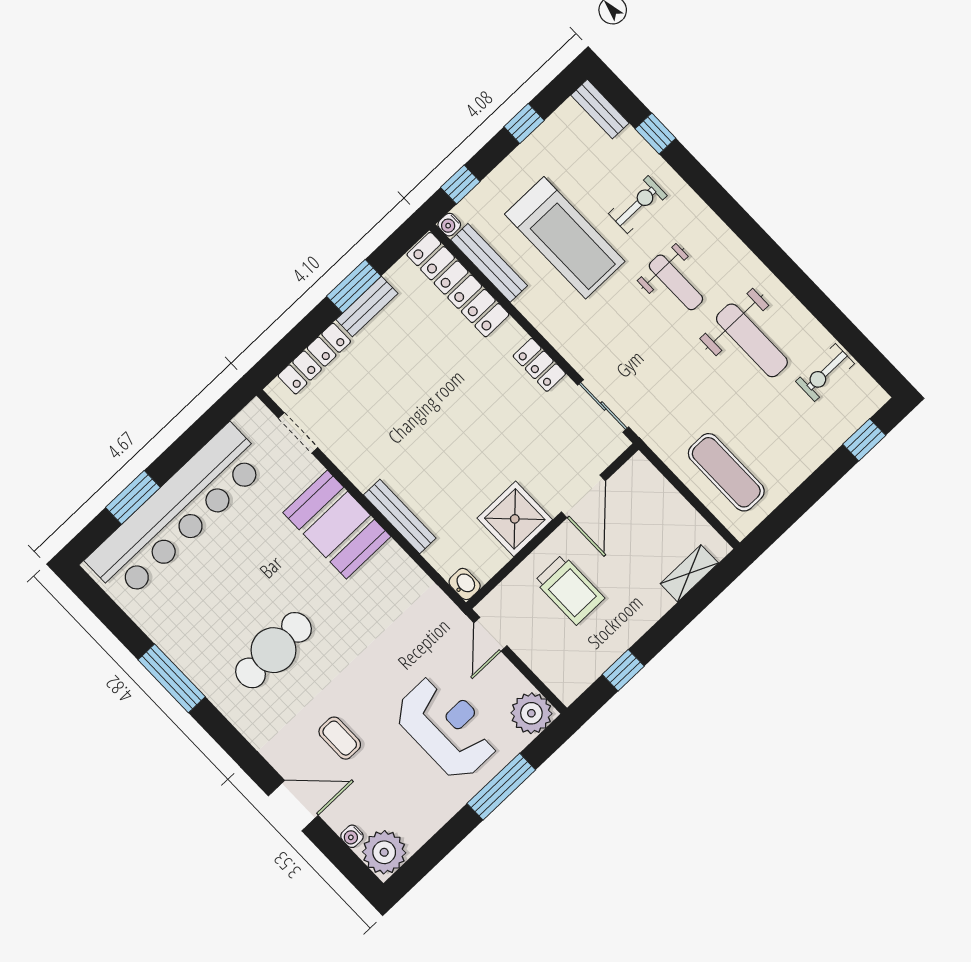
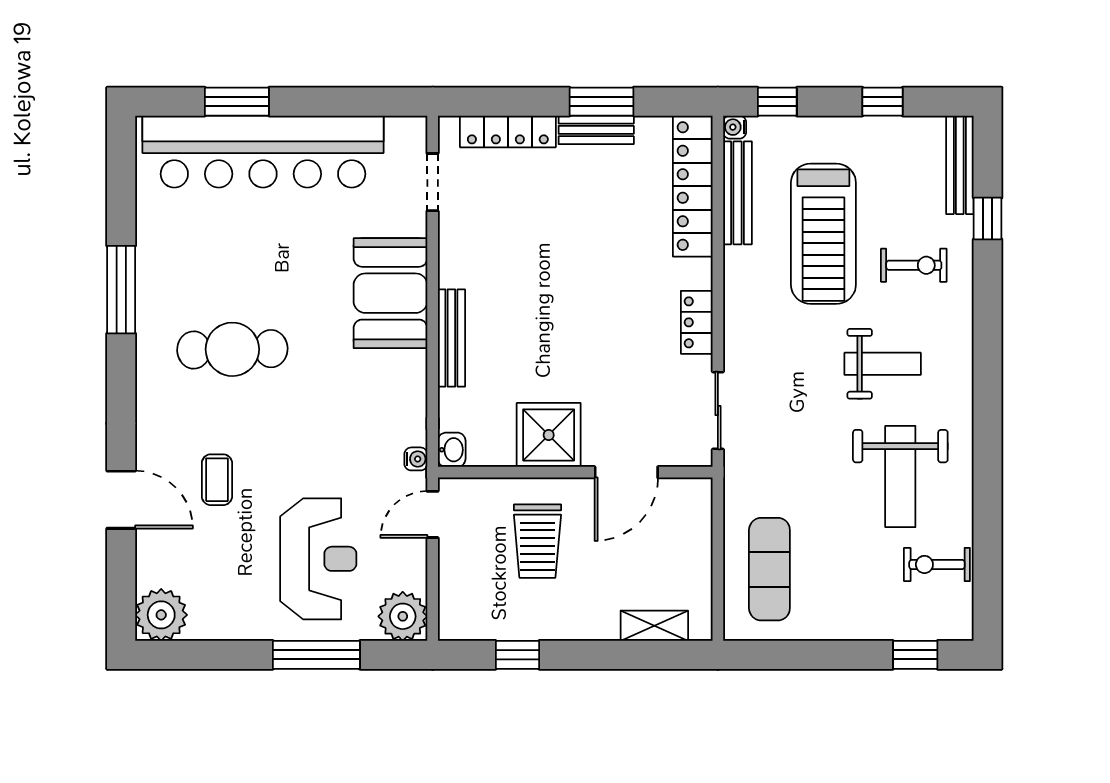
bench: (600, 109) -> (960, 165), width x1.36
weight bench: (676, 282) -> (883, 364), turned -90
water cooler: (352, 836) -> (416, 459), moved, turned 180

